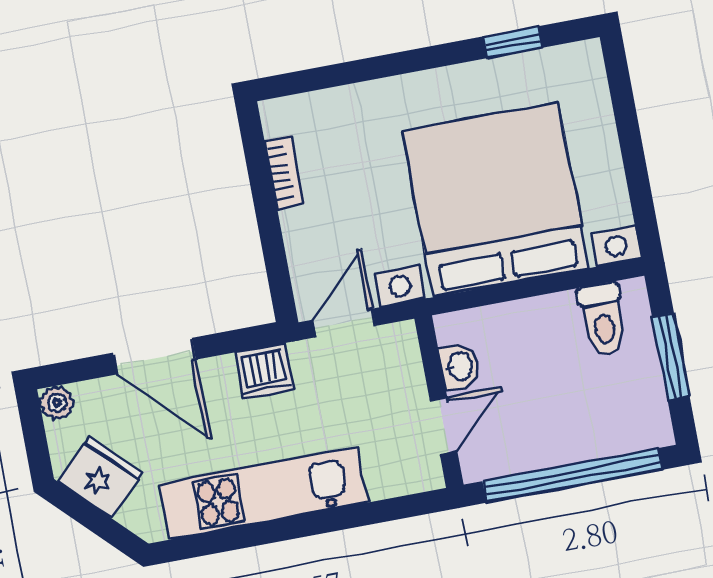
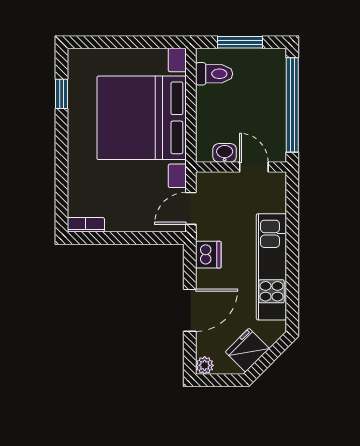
bookcase: (285, 172) -> (86, 225), moved
door: (344, 323) -> (191, 208), hinge flipped

